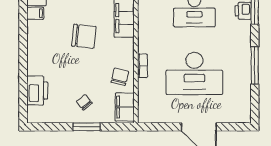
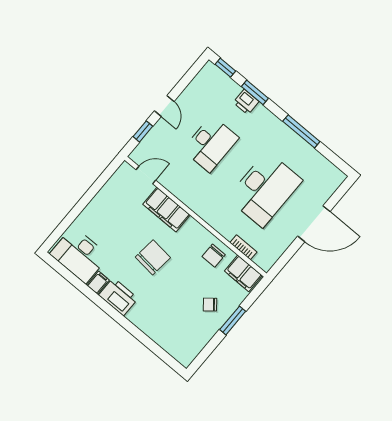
bookcase: (142, 66) -> (243, 247), moved
chair: (120, 77) -> (214, 256), turned -103
printer: (37, 91) -> (118, 297), moved

